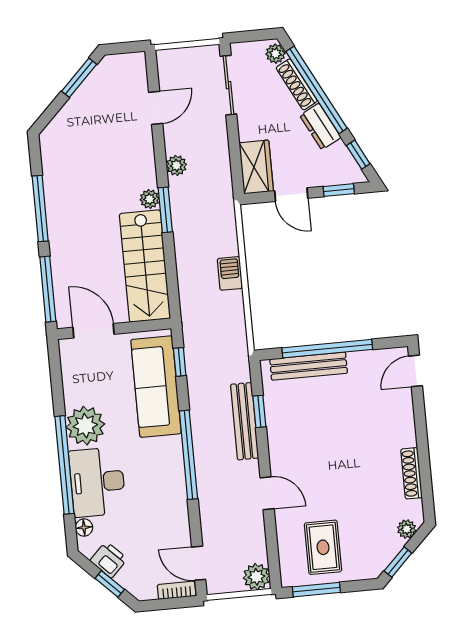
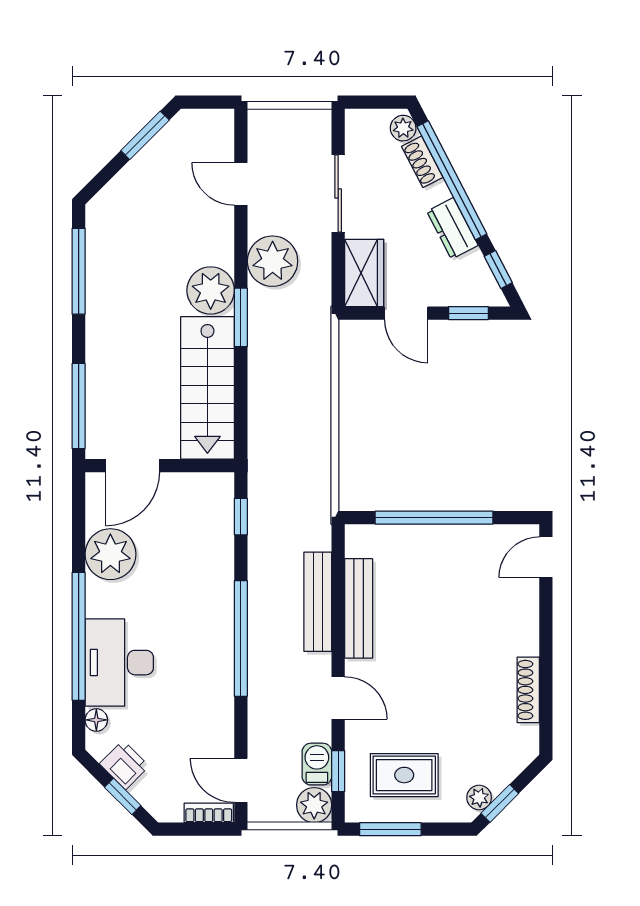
shoe rack: (297, 84) -> (422, 162), width x0.70
sliding door: (228, 85) -> (338, 194), moved
door: (156, 108) -> (241, 184), swing flipped
plant: (176, 165) -> (273, 261), width x1.88, depth x1.88
plant: (150, 199) -> (211, 290), width x1.87, depth x1.87
window: (40, 208) -> (79, 271), moved
barbecue: (230, 273) -> (317, 764), moved
door: (93, 331) -> (133, 466), swing flipped
bench: (309, 366) -> (359, 608), moved, turned 90
sofa: (156, 387) -> (207, 546), removed
window: (259, 411) -> (338, 771), moved
plant: (85, 426) -> (110, 554), moved
plant: (407, 529) -> (479, 798), moved
rug: (323, 547) -> (404, 775), turned 90

